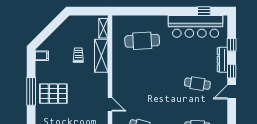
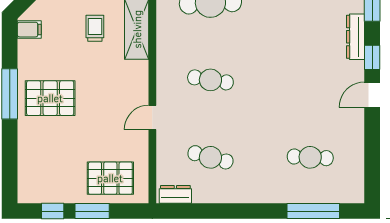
cafe table: (197, 84) -> (210, 80), moved
door: (110, 104) -> (152, 117), swing flipped

